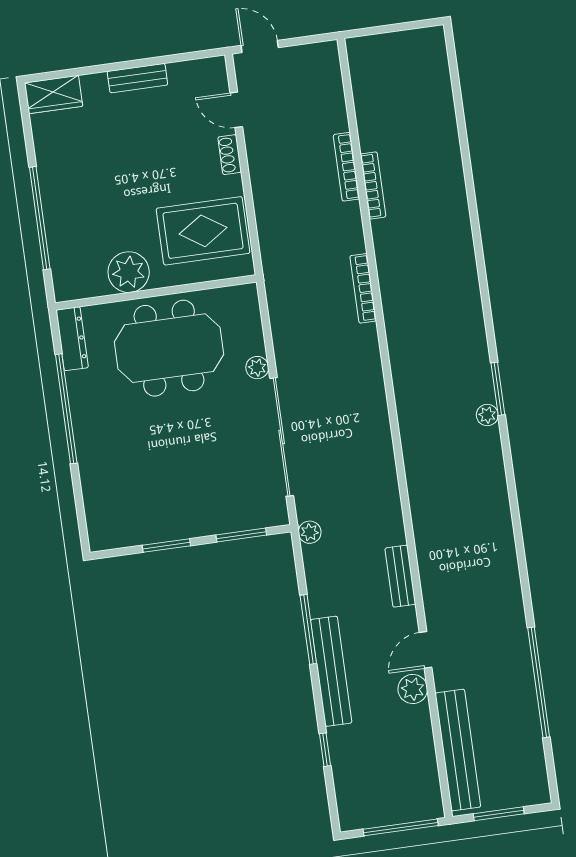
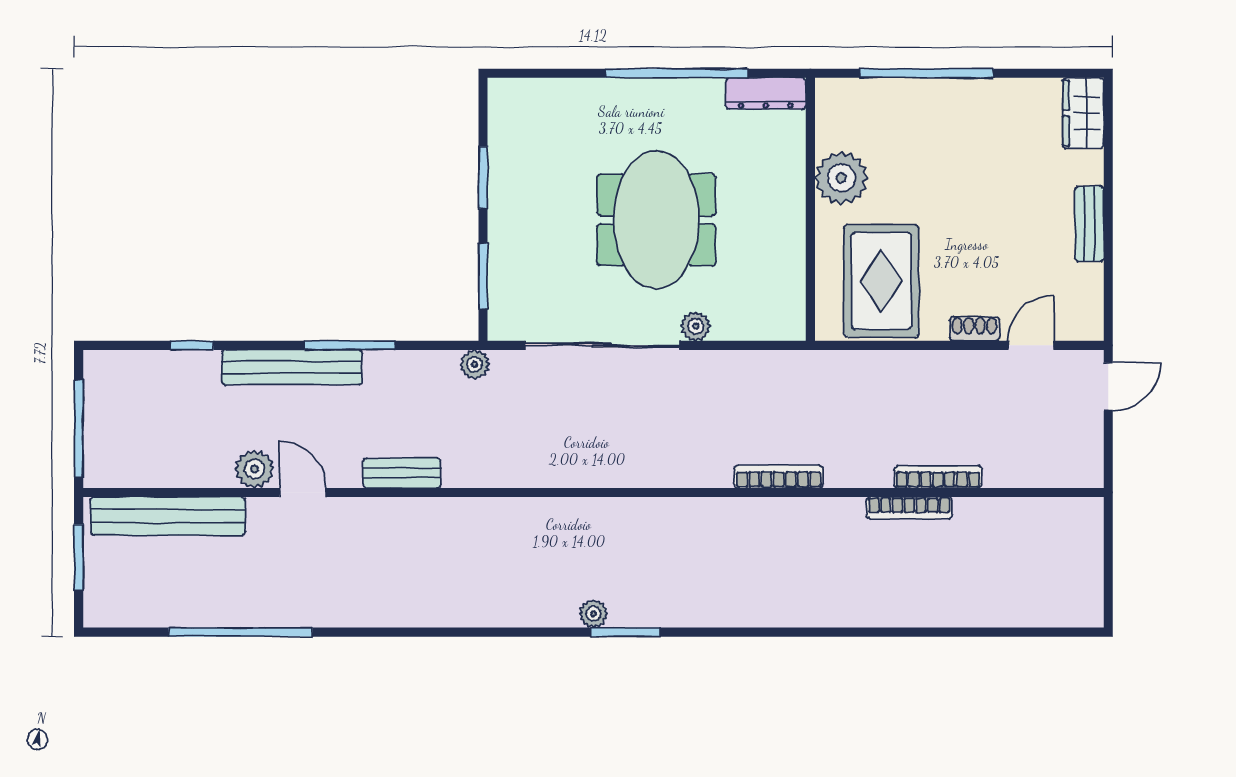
meeting table: (169, 348) -> (656, 220), moved

